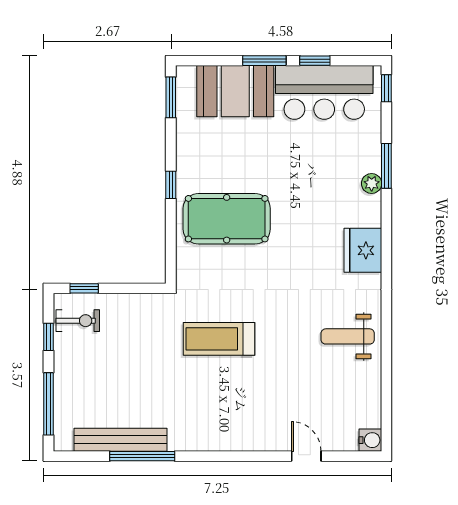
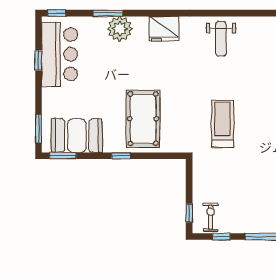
window: (264, 61) -> (39, 129), moved
booth: (235, 91) -> (77, 136), moved, turned 90
plant: (372, 183) -> (120, 29), width x1.88, depth x1.88
treadmill: (219, 339) -> (223, 124), turned 180

